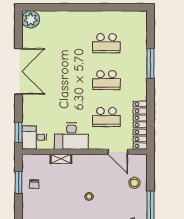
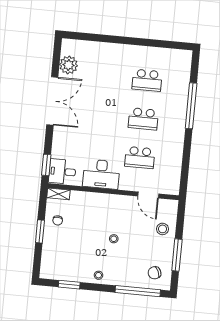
plant: (31, 19) -> (69, 65), moved
window: (150, 63) -> (191, 106), width x1.46
locker: (140, 125) -> (174, 169), removed
shelving: (61, 159) -> (58, 194), moved
window: (18, 183) -> (40, 231), moved

